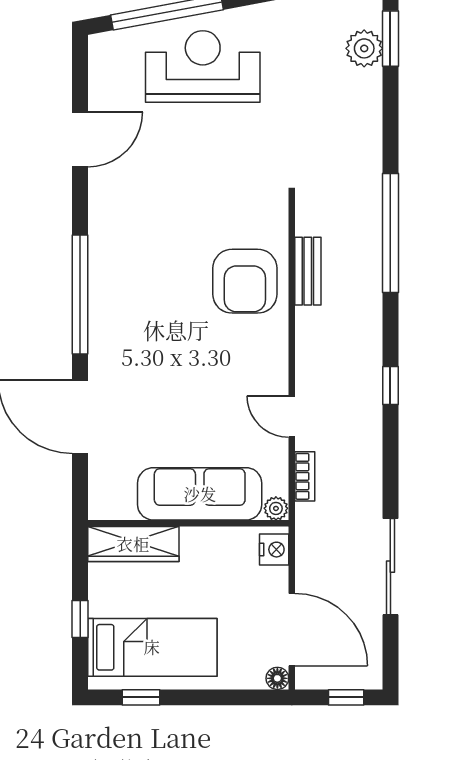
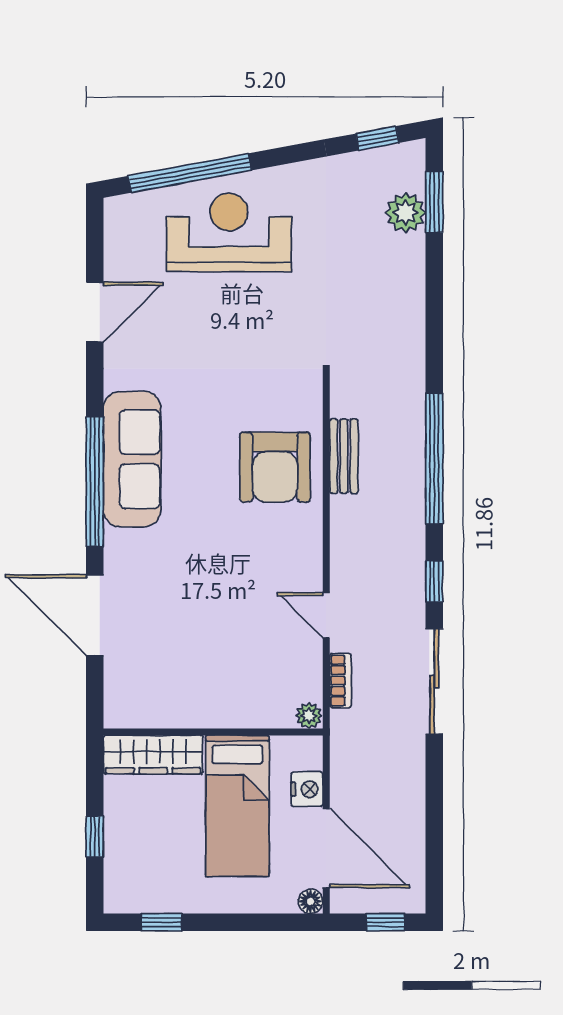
window: (390, 233) -> (434, 458), moved
sofa: (200, 494) -> (132, 459), moved, turned 90
nightstand: (274, 550) -> (307, 789), moved
sliding door: (390, 567) -> (434, 681), moved
bed: (152, 647) -> (237, 806), moved, turned 90

